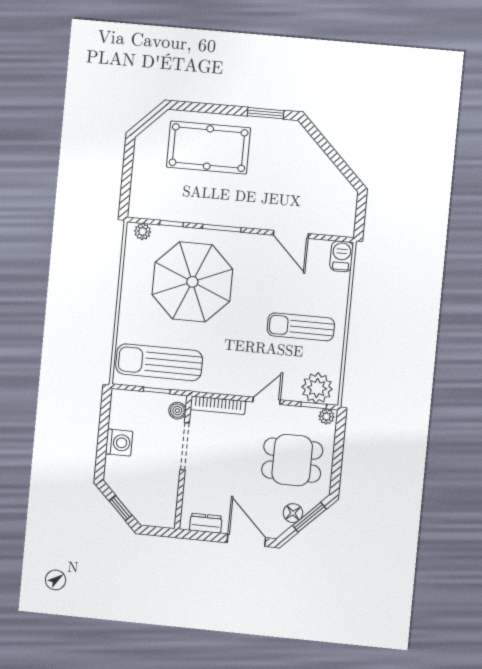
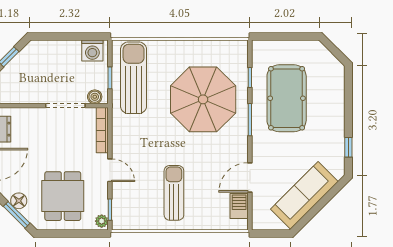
window: (266, 113) -> (348, 147), width x0.67
pool table: (208, 148) -> (287, 98), moved
sofa: (318, 171) -> (304, 195), added
plant: (143, 231) -> (241, 54), removed
barbecue: (341, 256) -> (239, 206), moved, turned -90
plant: (317, 388) -> (124, 211), removed
washing machine: (119, 443) -> (92, 51), moved

